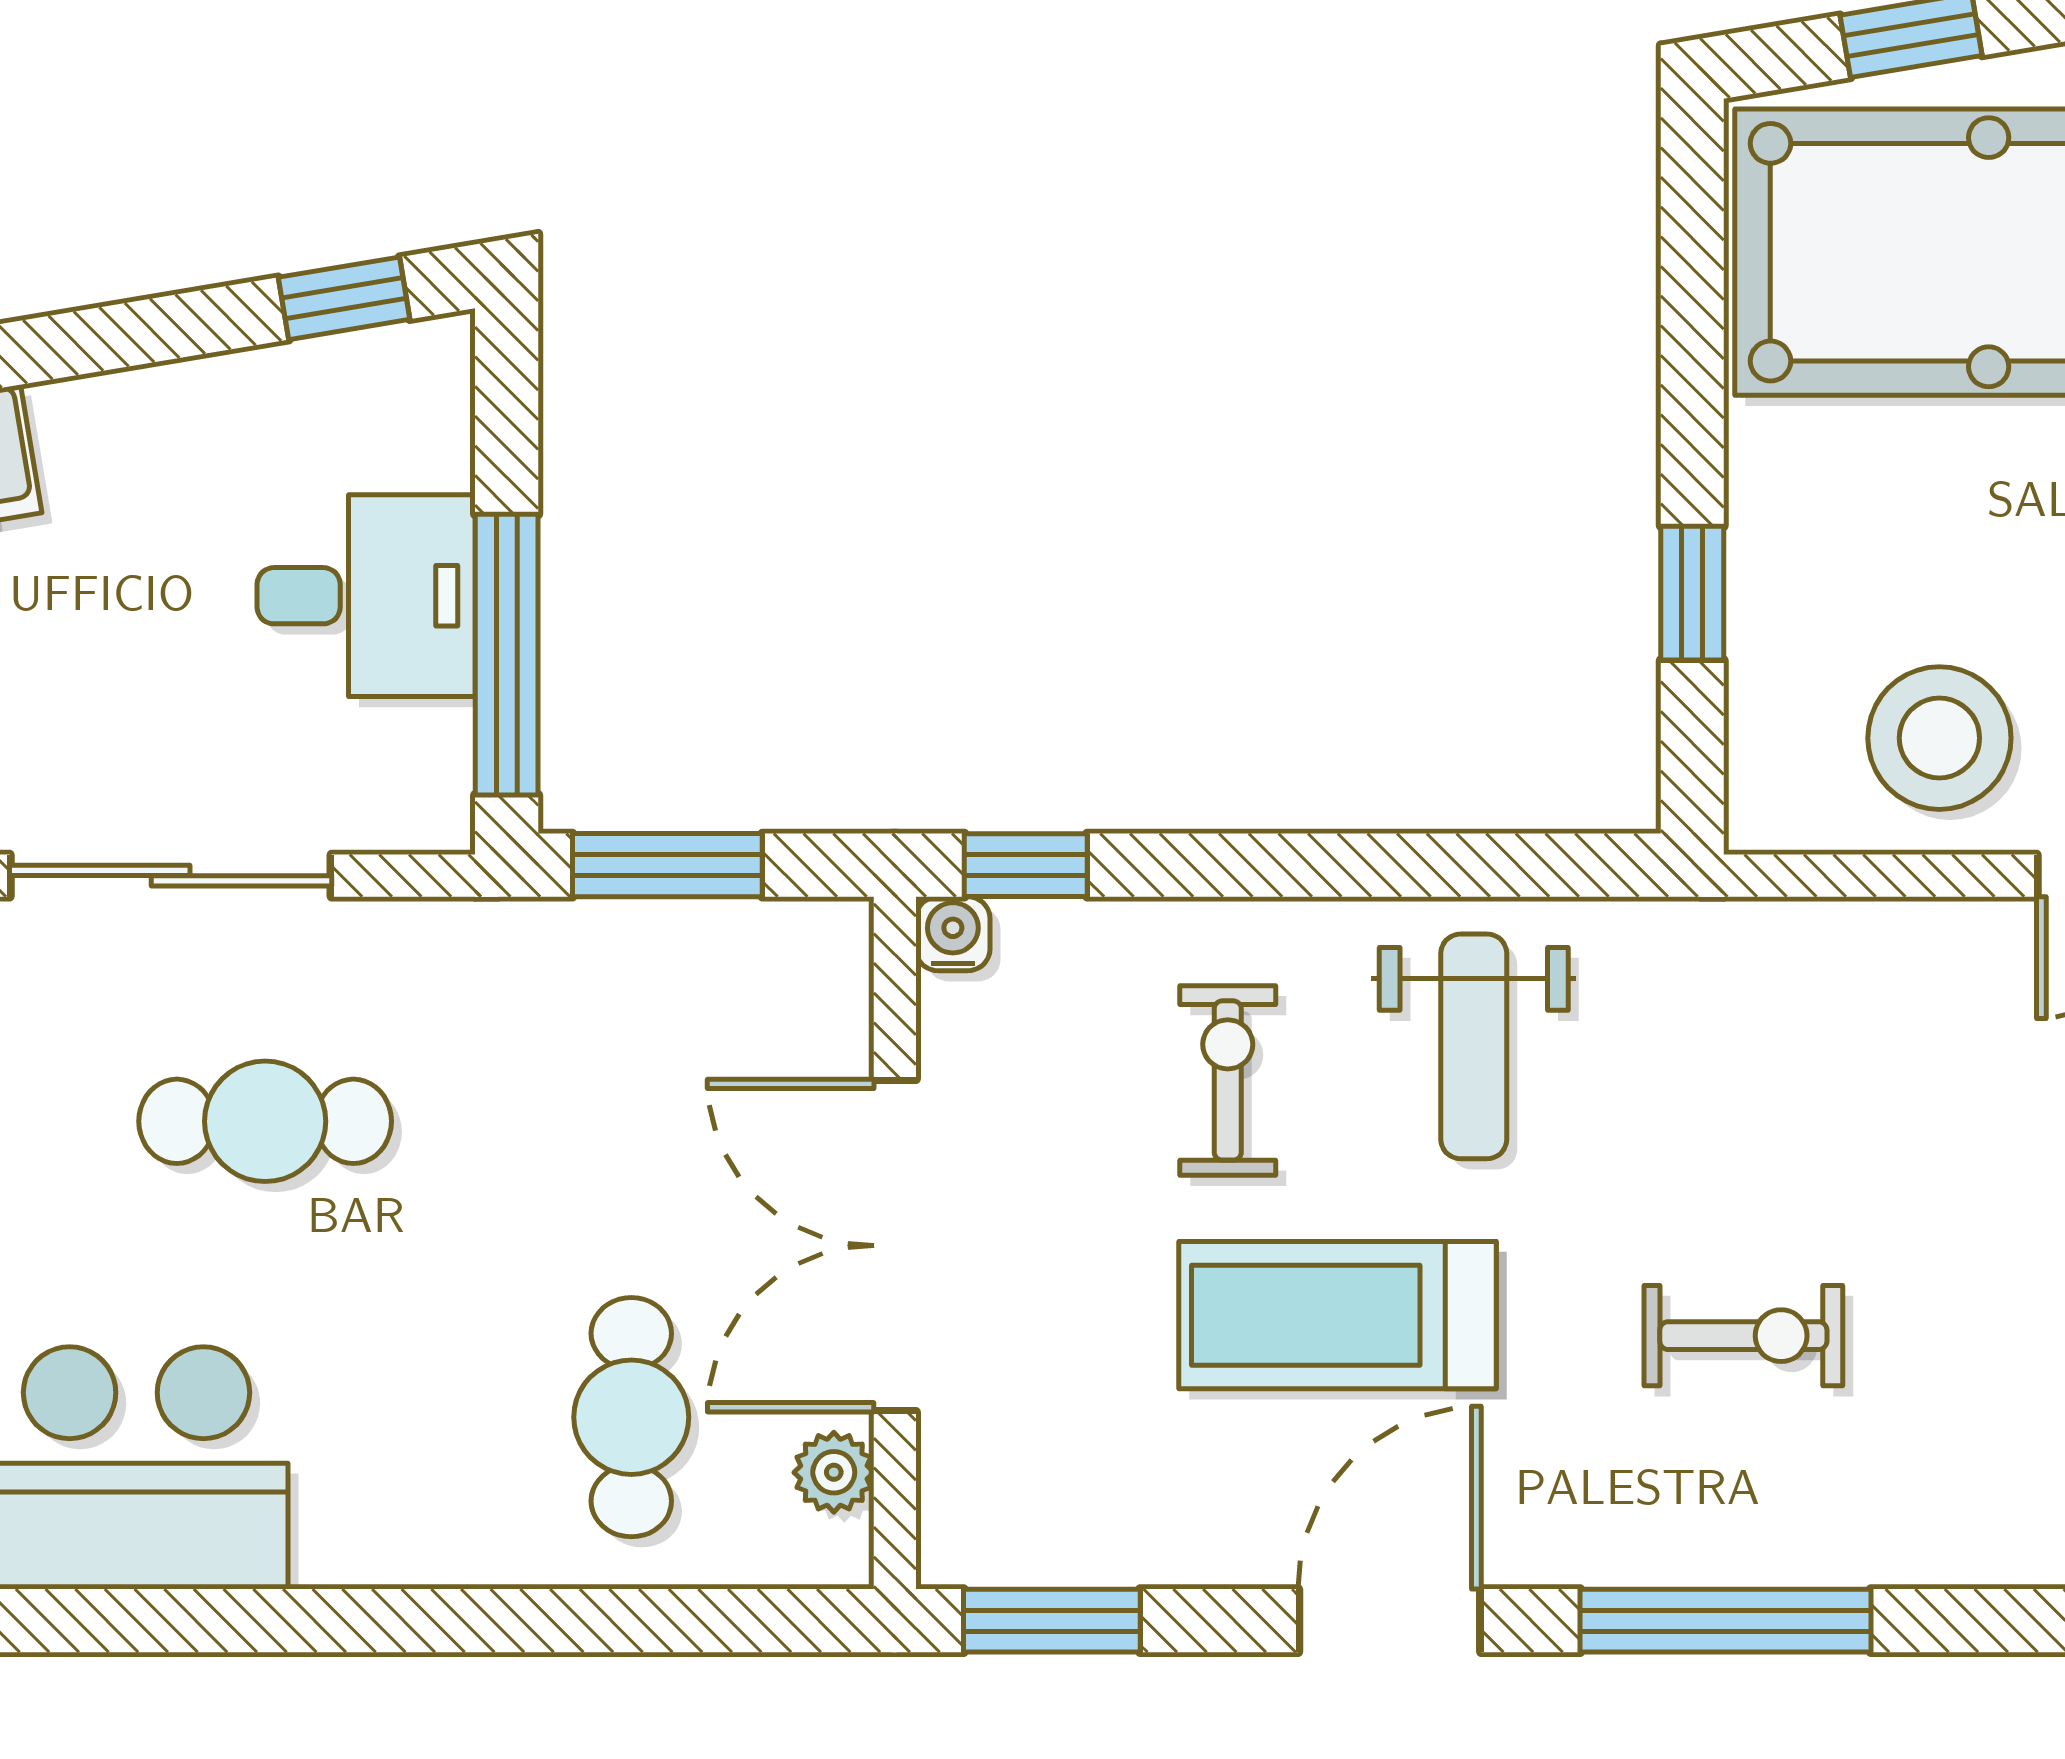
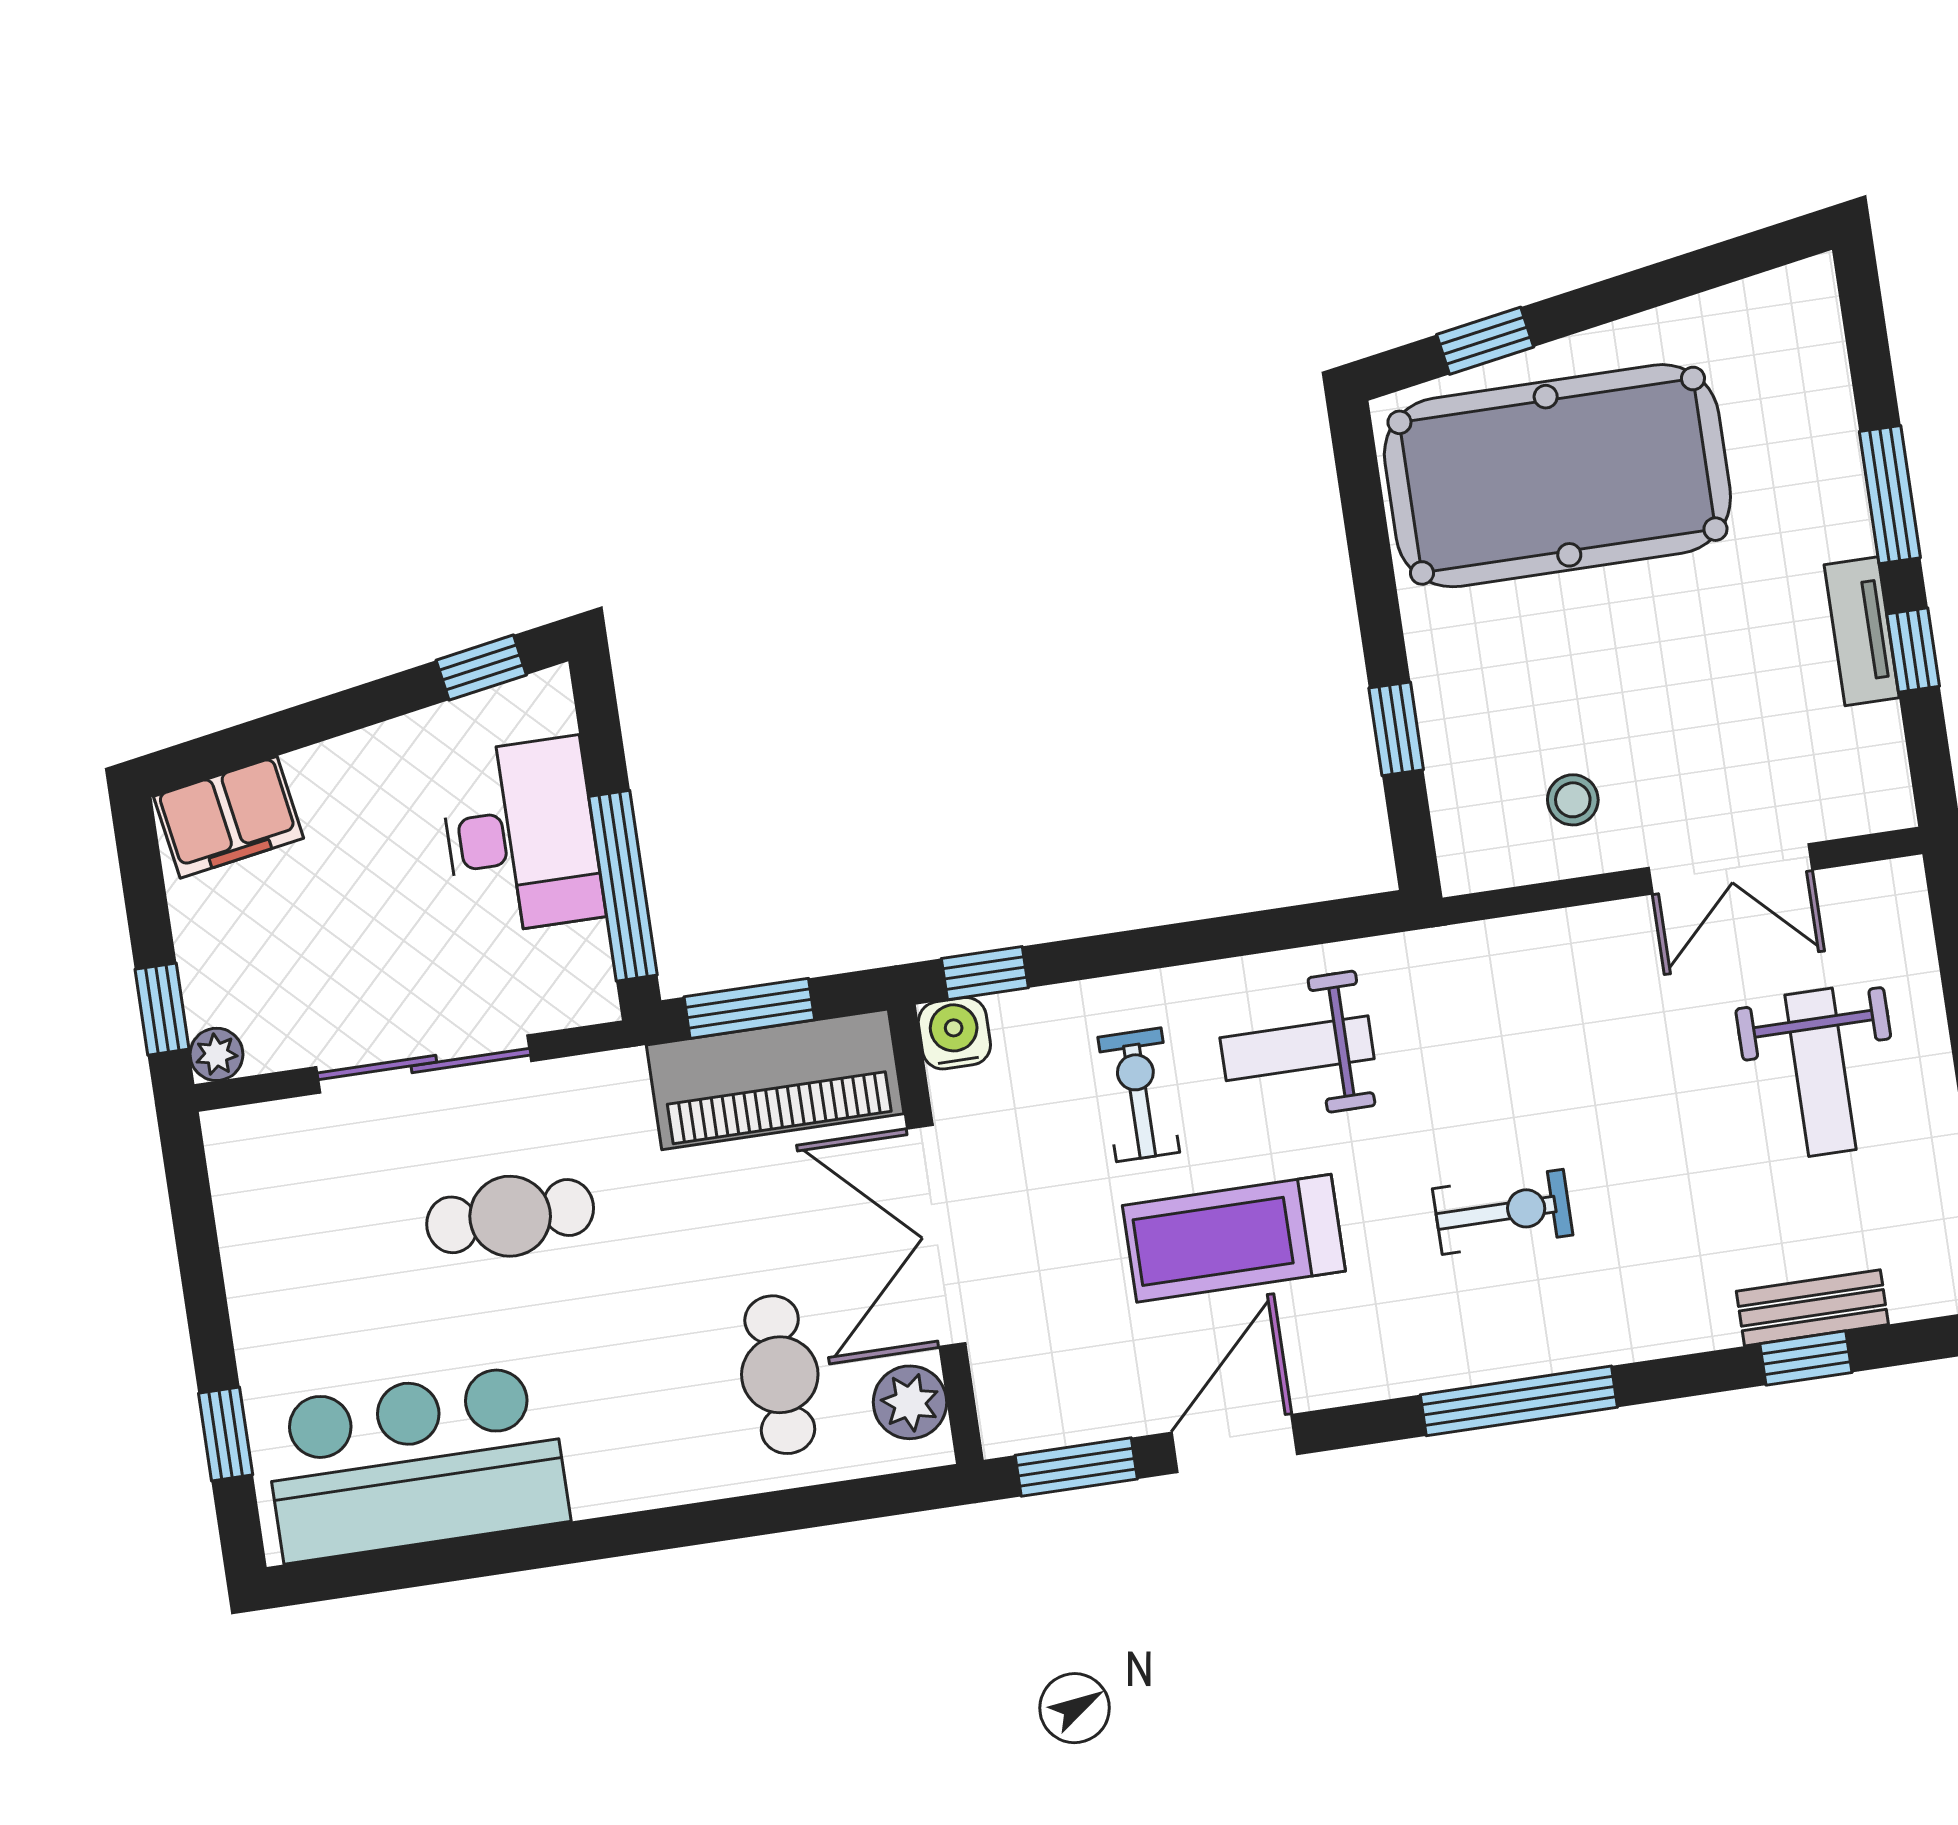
desk: (366, 596) -> (521, 836), width x1.37
stool: (1939, 738) -> (1573, 800), width x0.53, depth x0.53
water cooler: (953, 934) -> (954, 1033), width x1.38, depth x1.38
piano: (690, 977) -> (775, 1079), added
weight bench: (1474, 1046) -> (1297, 1048), turned 90
plant: (834, 1472) -> (910, 1402), width x1.38, depth x1.38
door: (1390, 1621) -> (1234, 1443), moved

